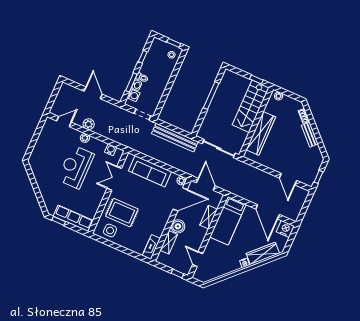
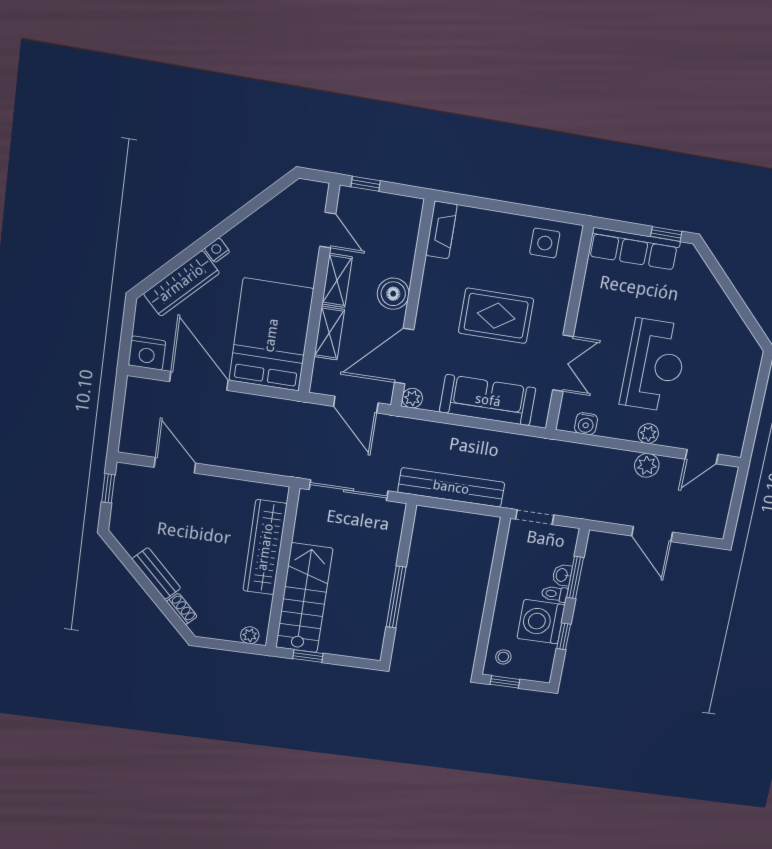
washing machine: (133, 95) -> (541, 622), moved, width x1.89, depth x1.89
rug: (122, 213) -> (496, 316), moved
bed: (228, 221) -> (271, 335), width x1.50
shelving: (169, 242) -> (337, 280), moved

